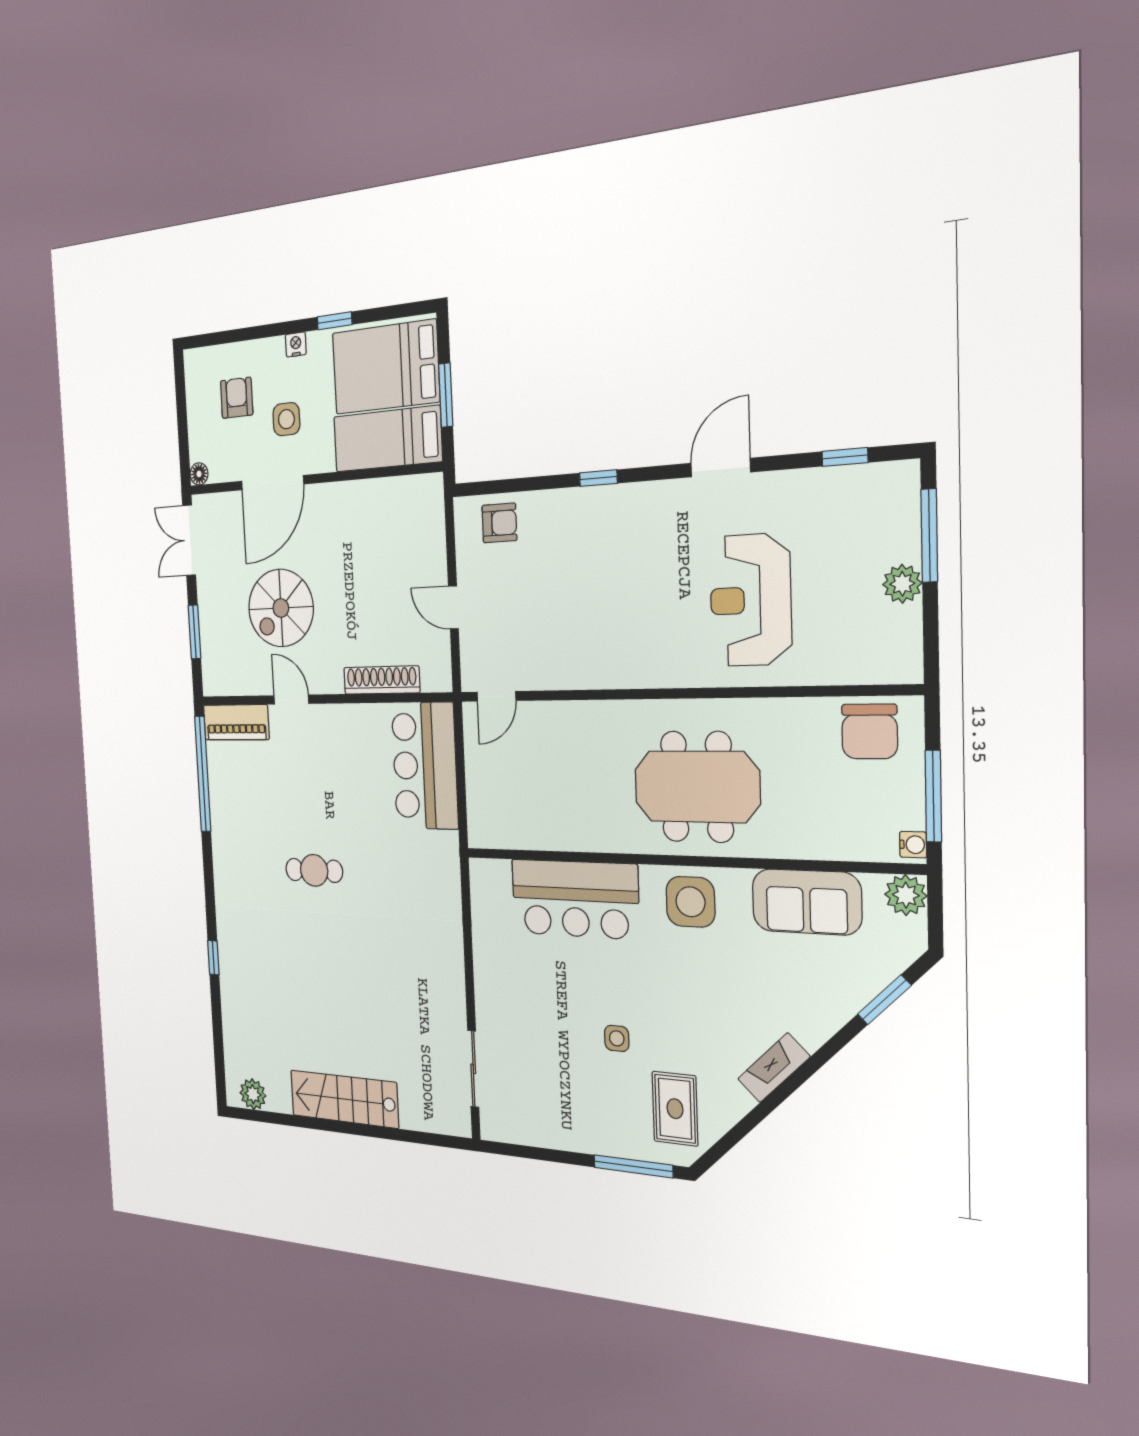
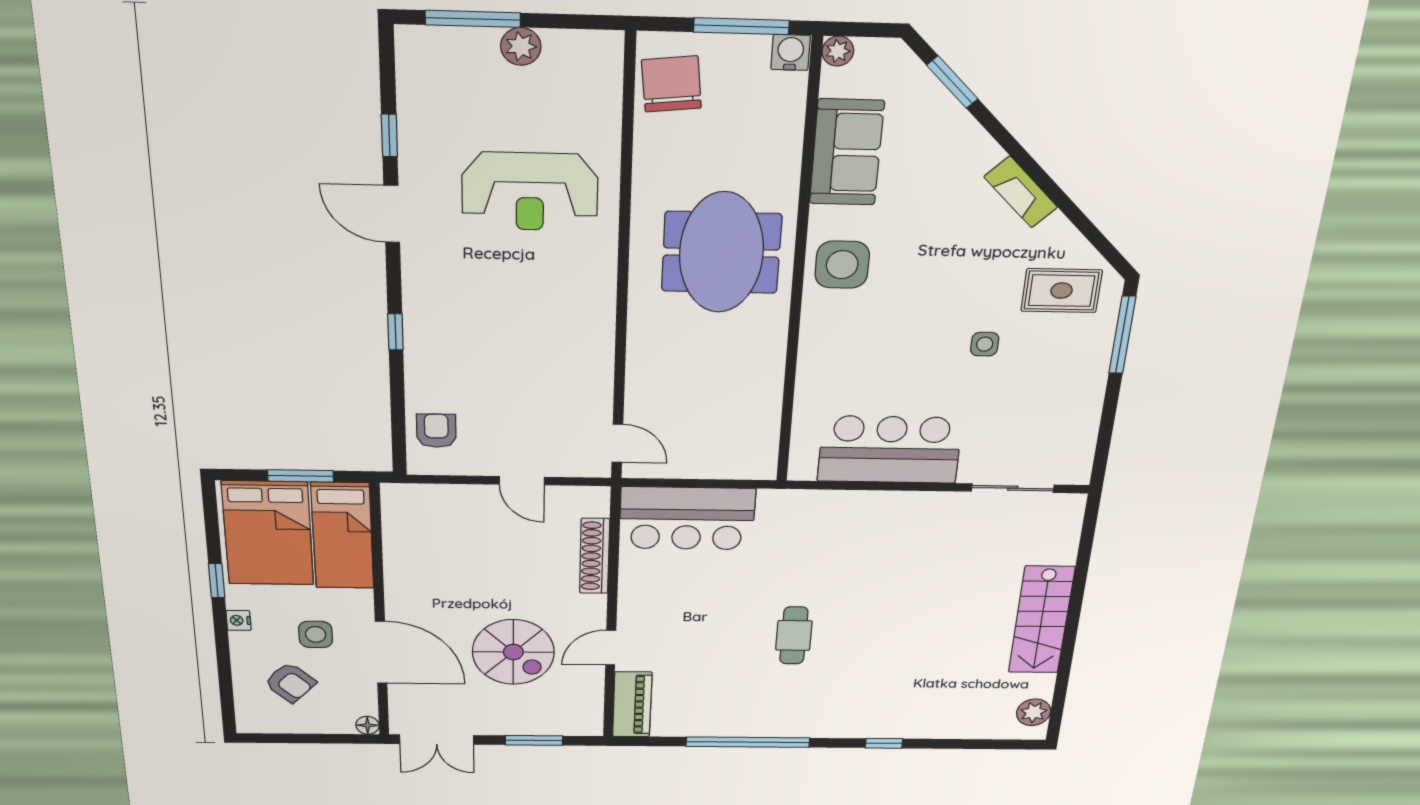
armchair: (237, 398) -> (290, 683), turned -137
window: (845, 457) -> (389, 135), moved
door: (453, 607) -> (522, 481), hinge flipped
chair: (870, 731) -> (671, 84), turned -96
window: (203, 774) -> (748, 742), moved
water cooler: (913, 845) -> (791, 52), width x1.38, depth x1.38
plant: (906, 895) -> (838, 51), width x0.73, depth x0.73
bar counter: (575, 899) -> (890, 450), moved, turned -90

